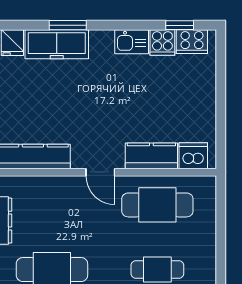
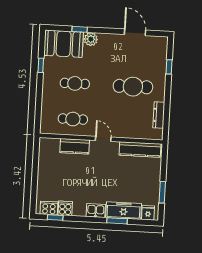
kitchen sink: (132, 42) -> (96, 211), moved
dishwasher: (193, 156) -> (52, 145), removed
cafe table: (157, 205) -> (73, 119), width x0.73, depth x0.74

